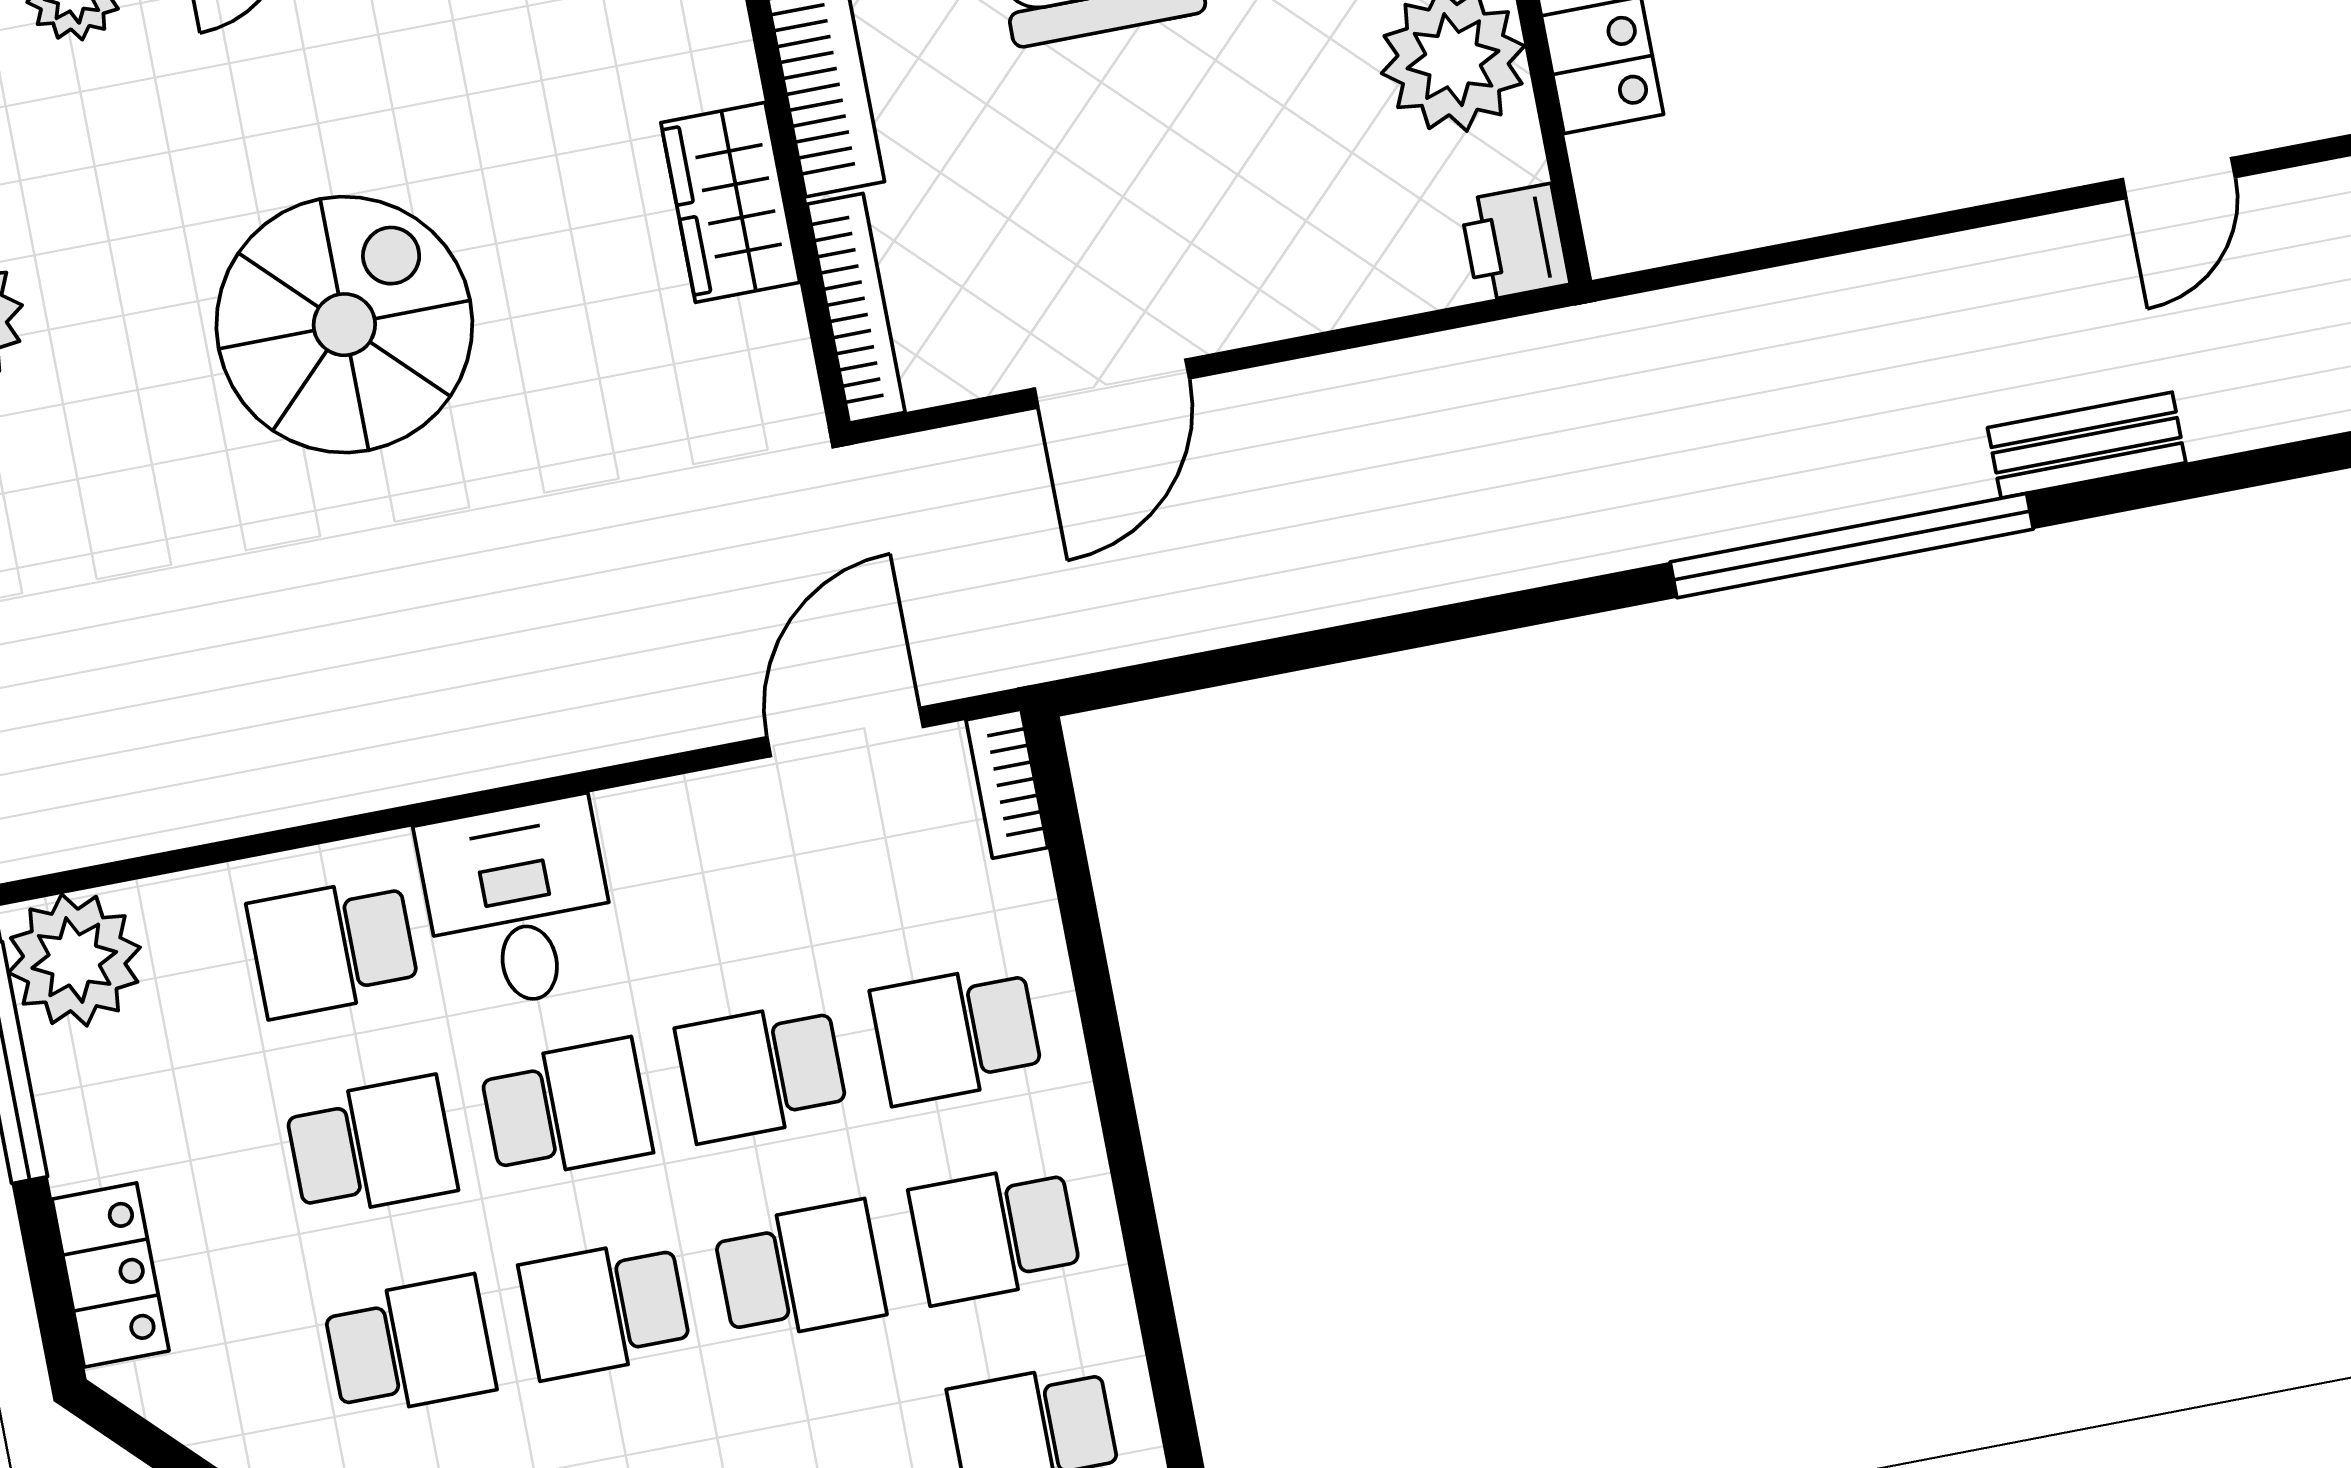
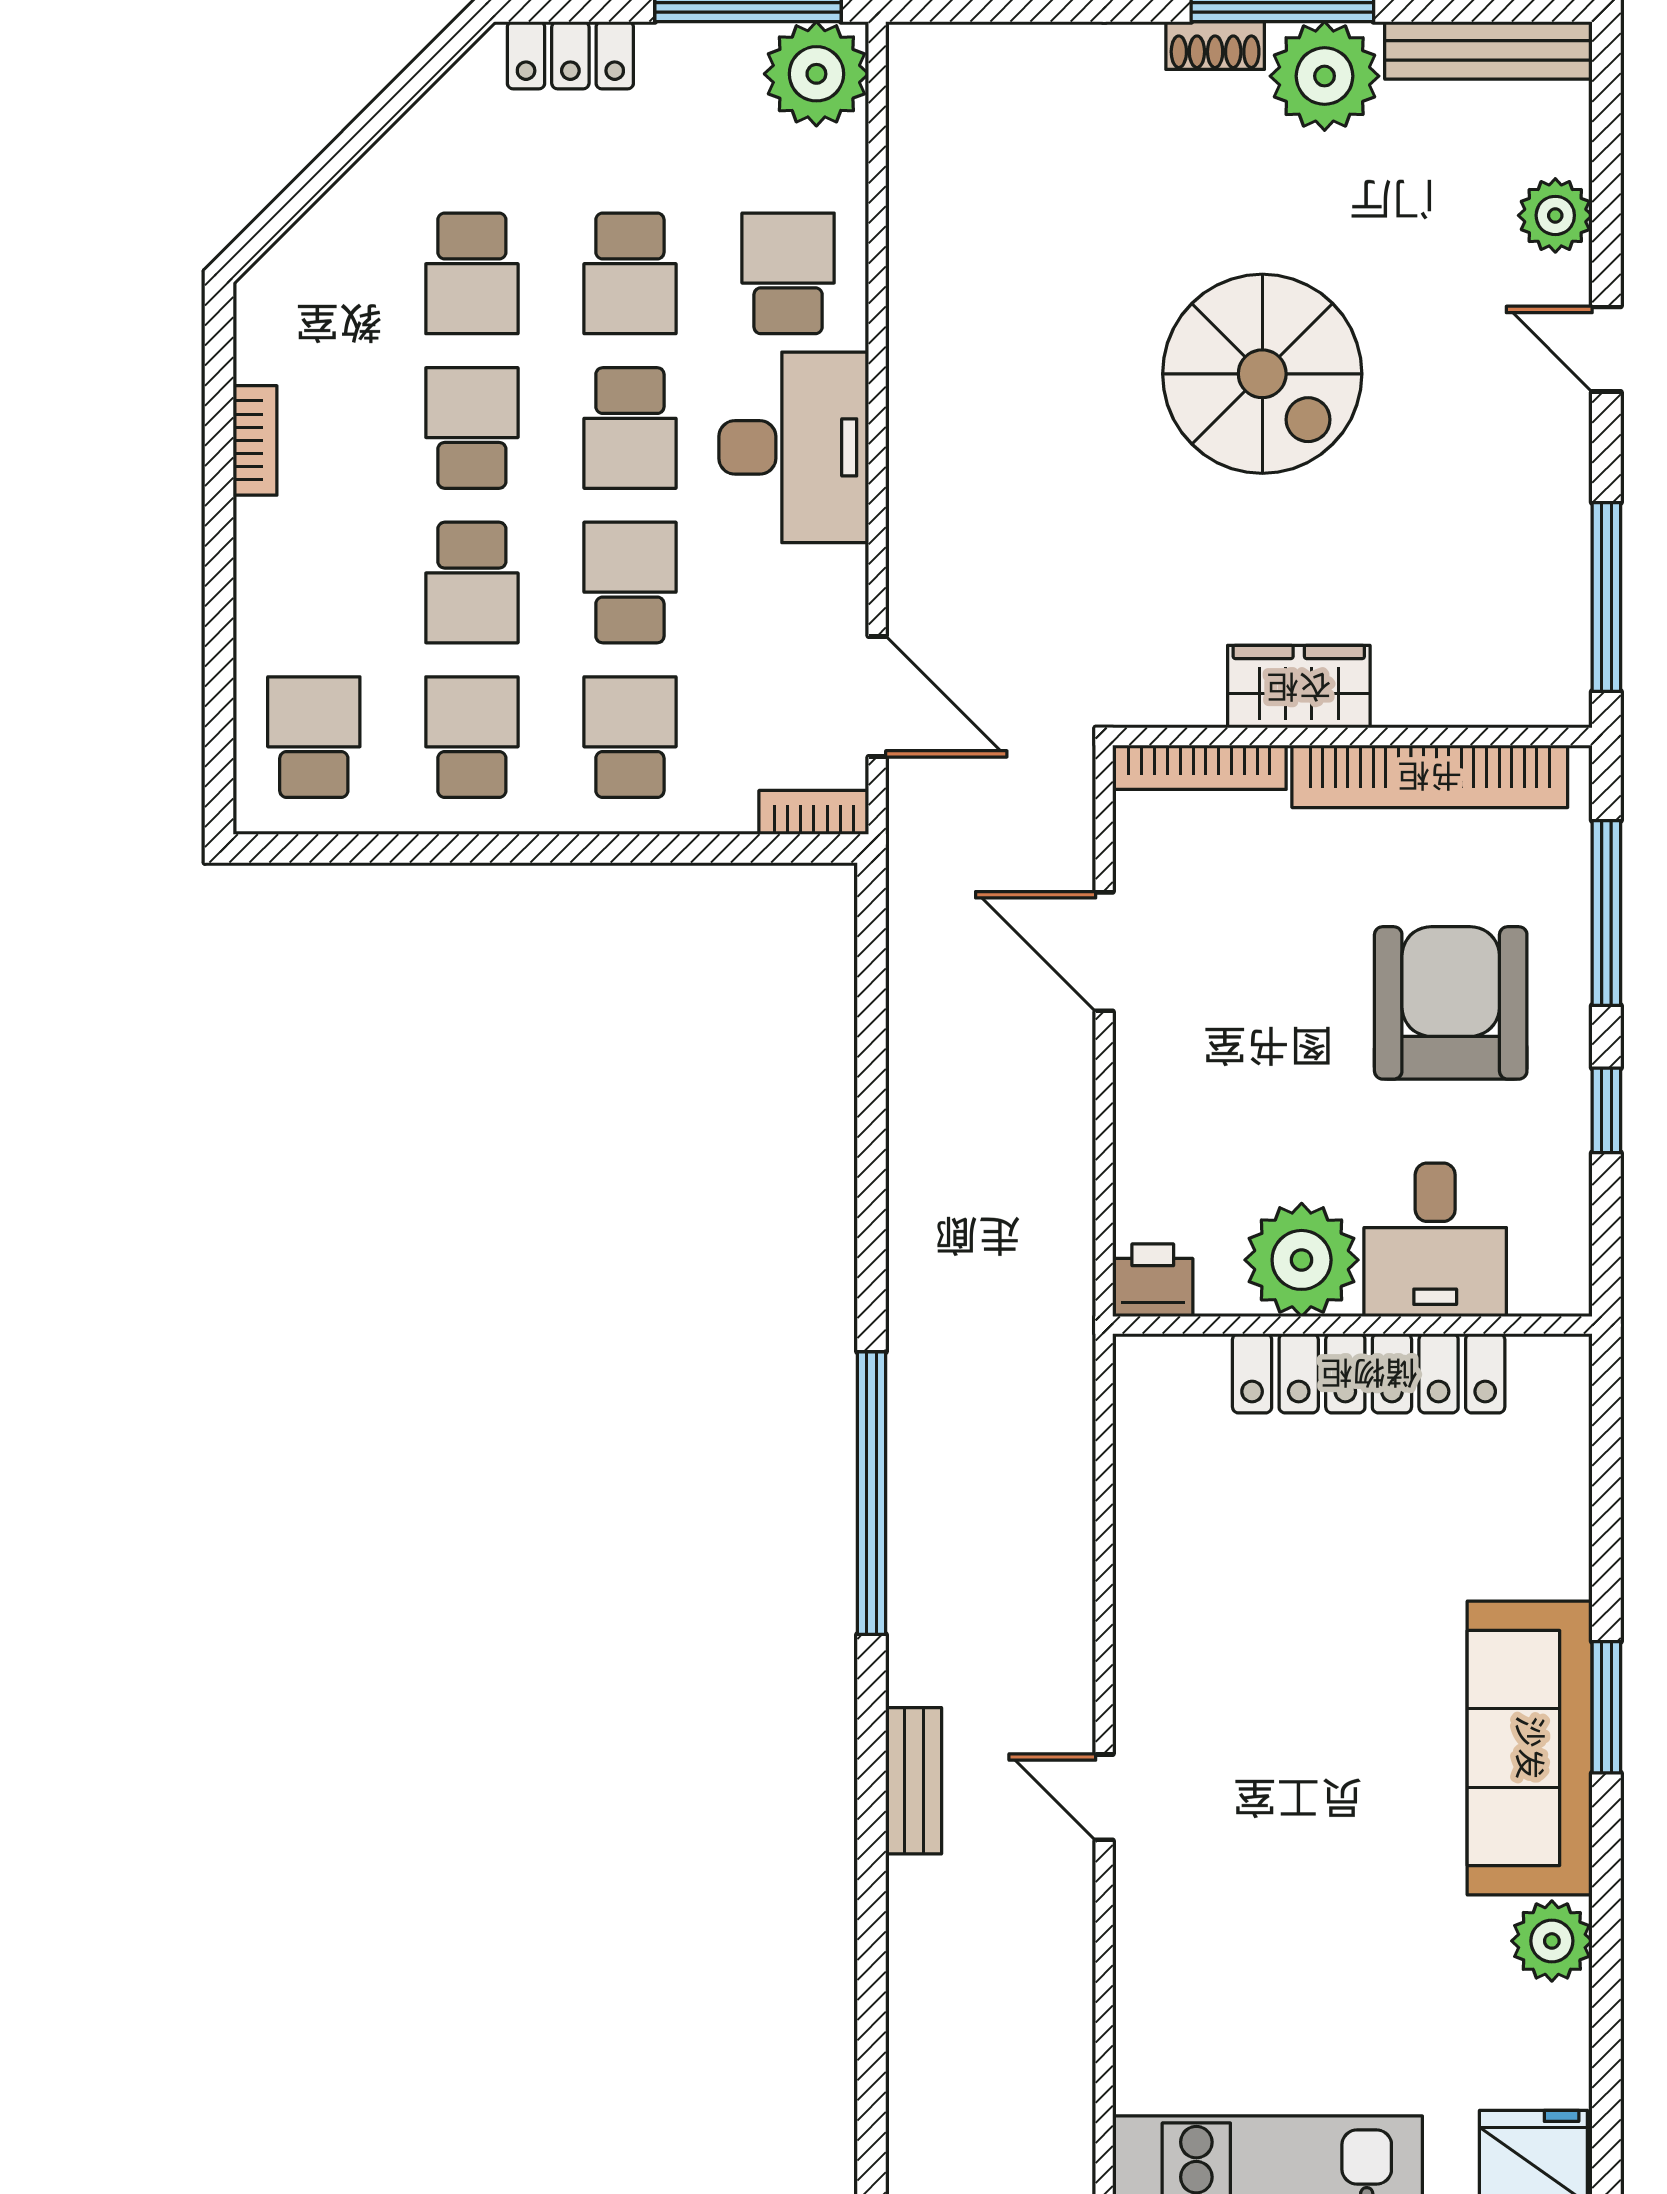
bench: (2087, 445) -> (914, 1781), moved
desk: (518, 904) -> (794, 447), width x1.37

